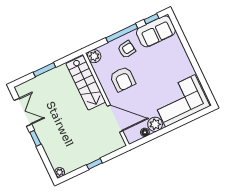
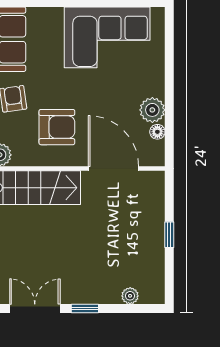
corner sofa: (180, 101) -> (107, 37), moved, turned -90
door: (115, 119) -> (113, 168), hinge flipped
plant: (60, 172) -> (130, 296), moved

